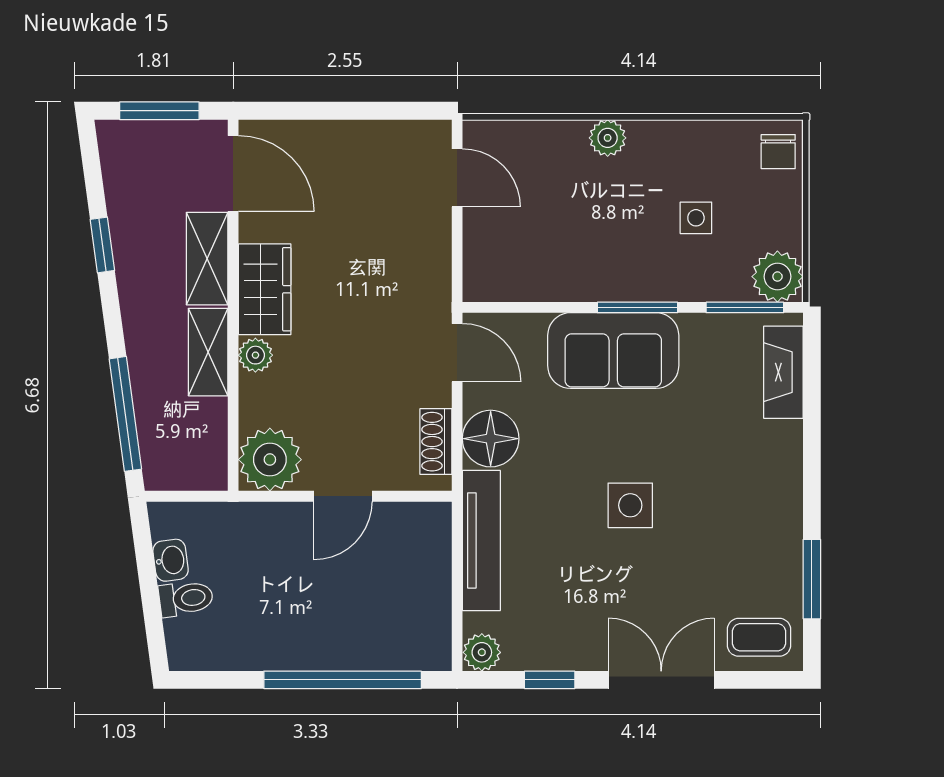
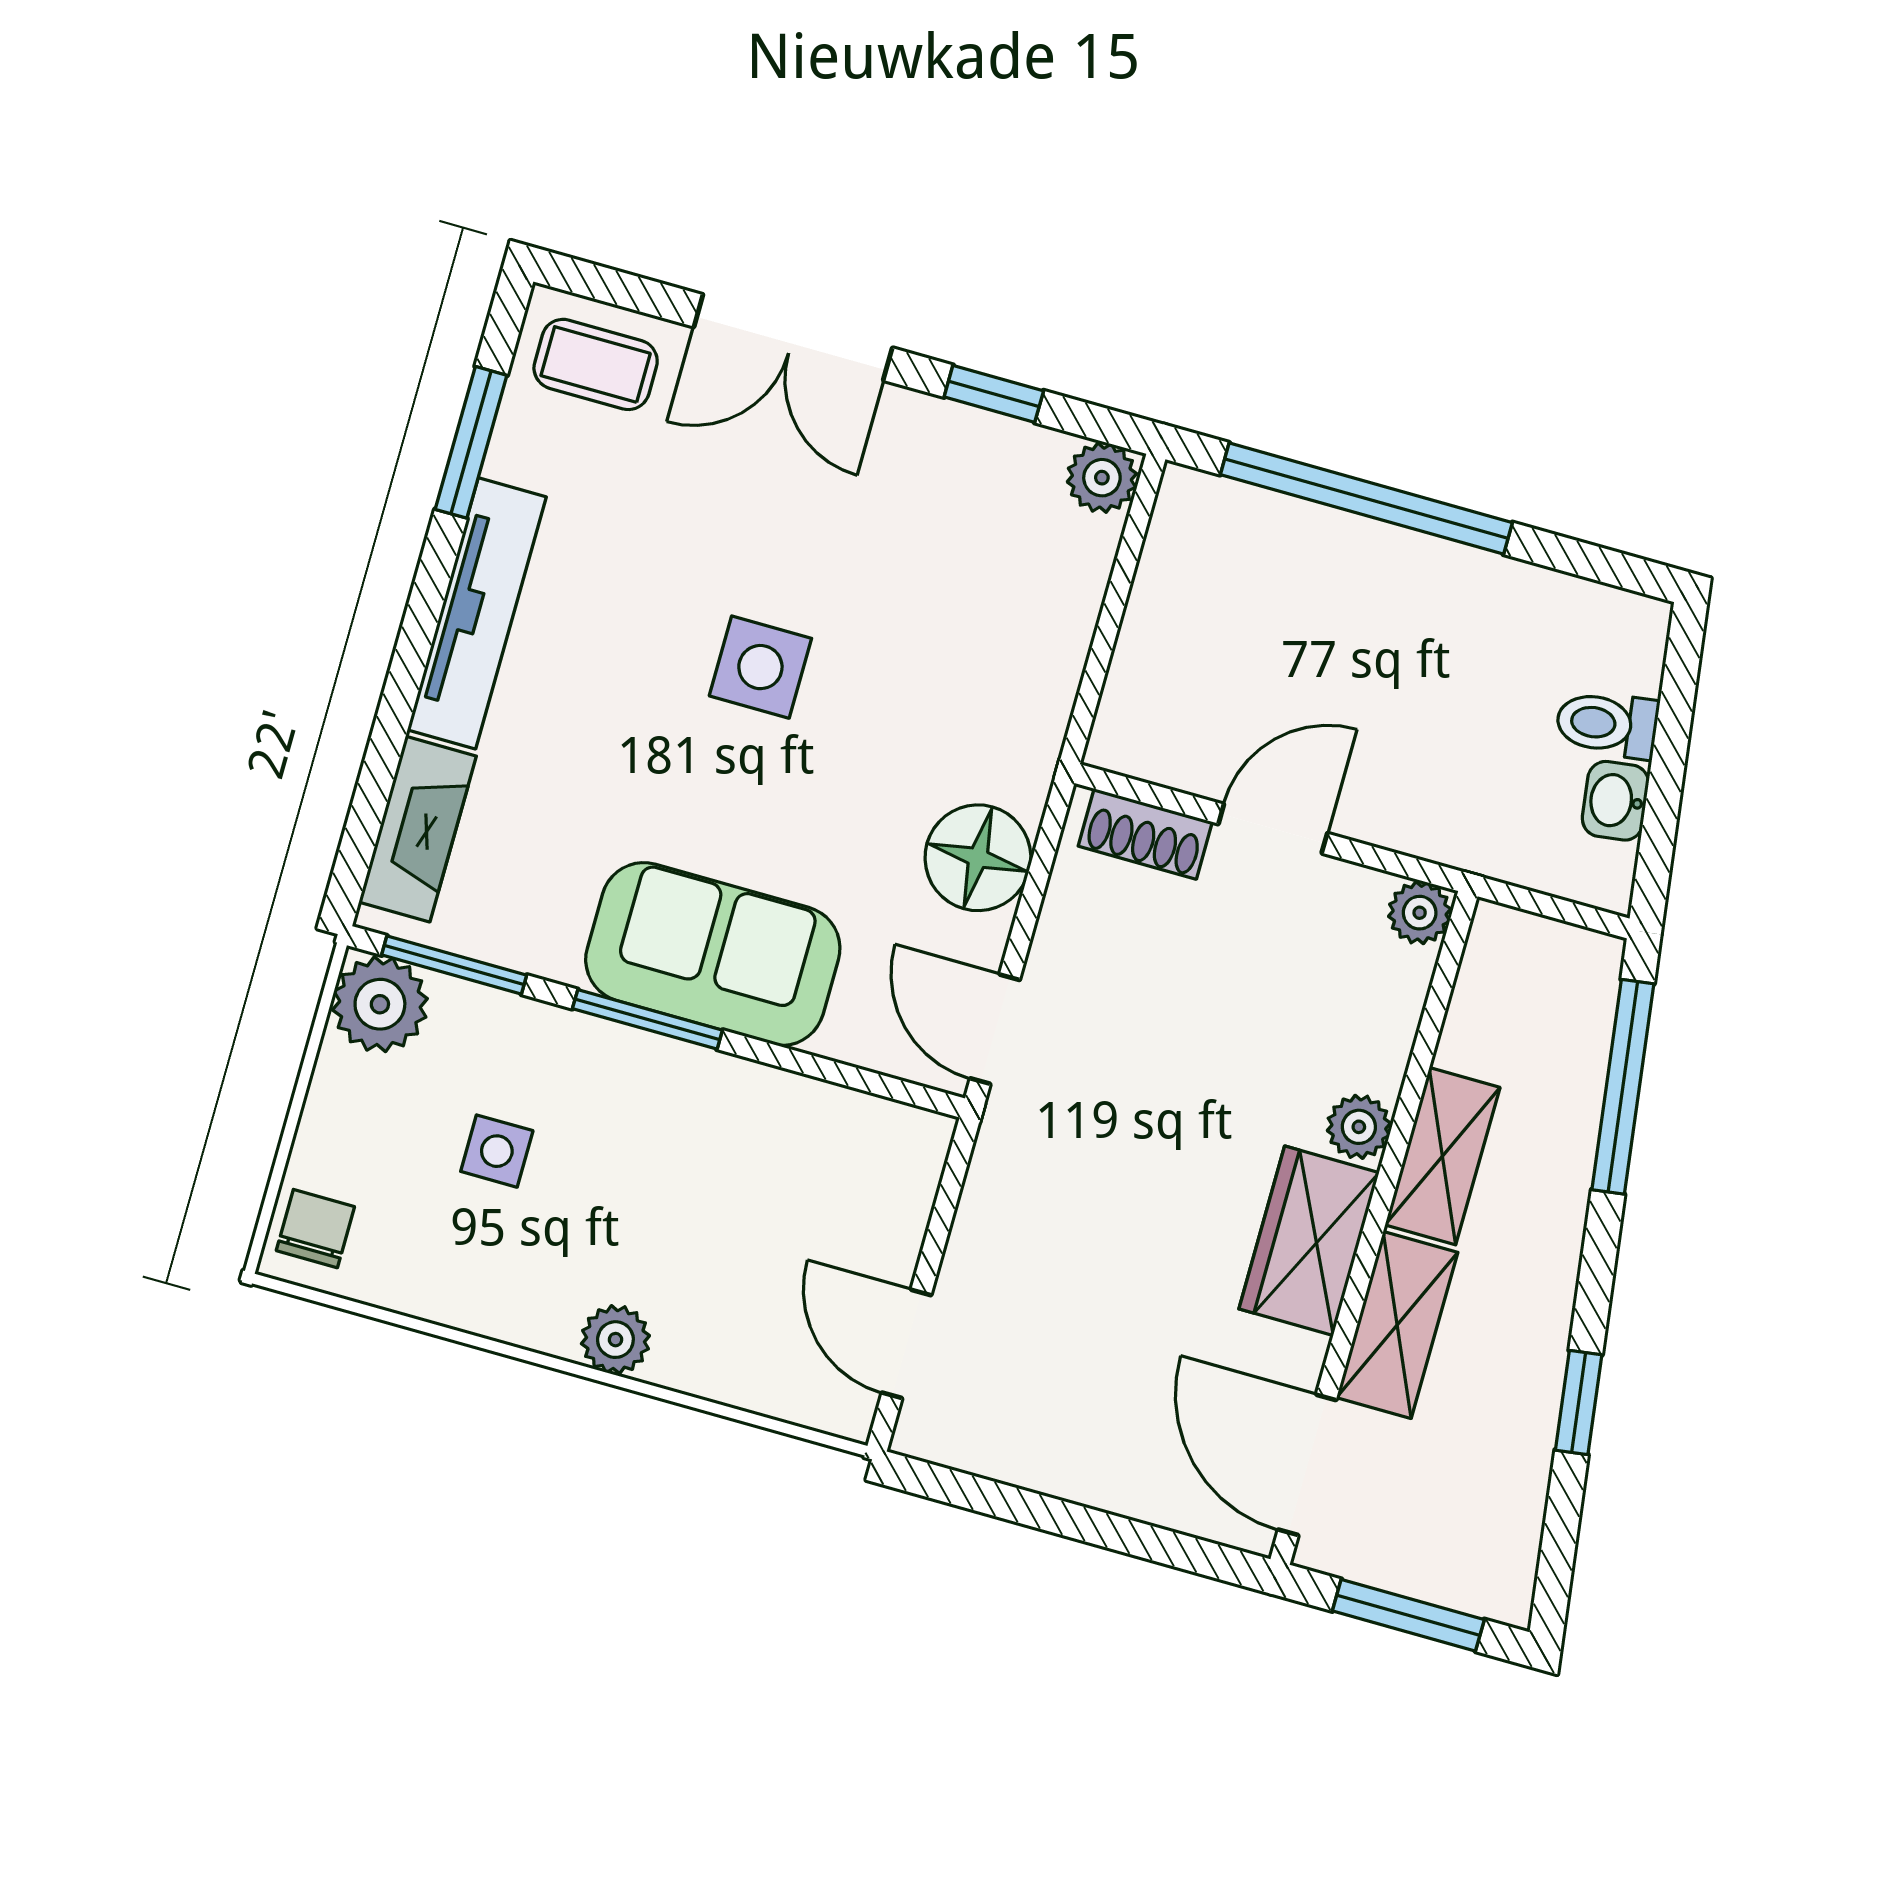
shoe rack: (436, 442) -> (1145, 834), moved, turned 90
plant: (270, 460) -> (1420, 913), width x0.53, depth x0.53
tv unit: (481, 540) -> (477, 613), moved, turned 180

